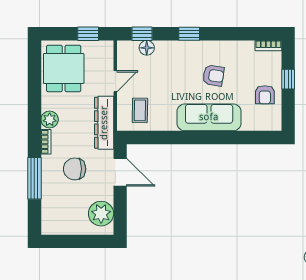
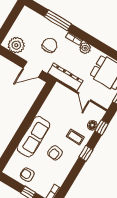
coffee table: (140, 110) -> (75, 137), moved

